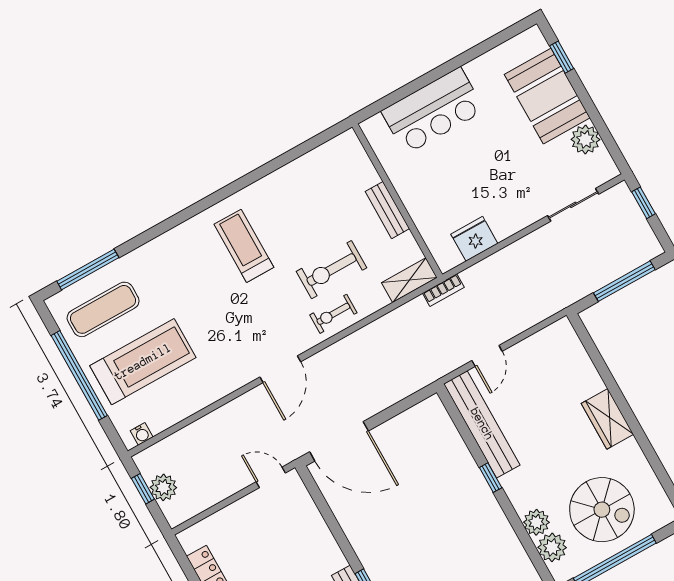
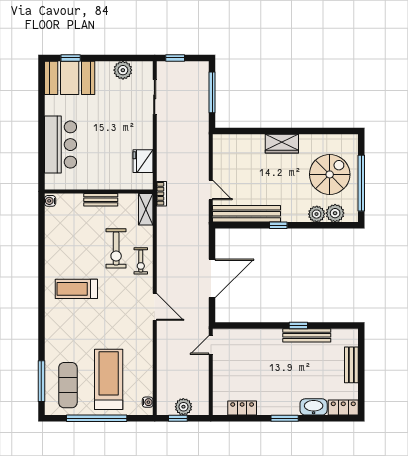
booth: (547, 96) -> (70, 78), moved
water cooler: (346, 140) -> (50, 201), added
door: (339, 441) -> (212, 278), moved

